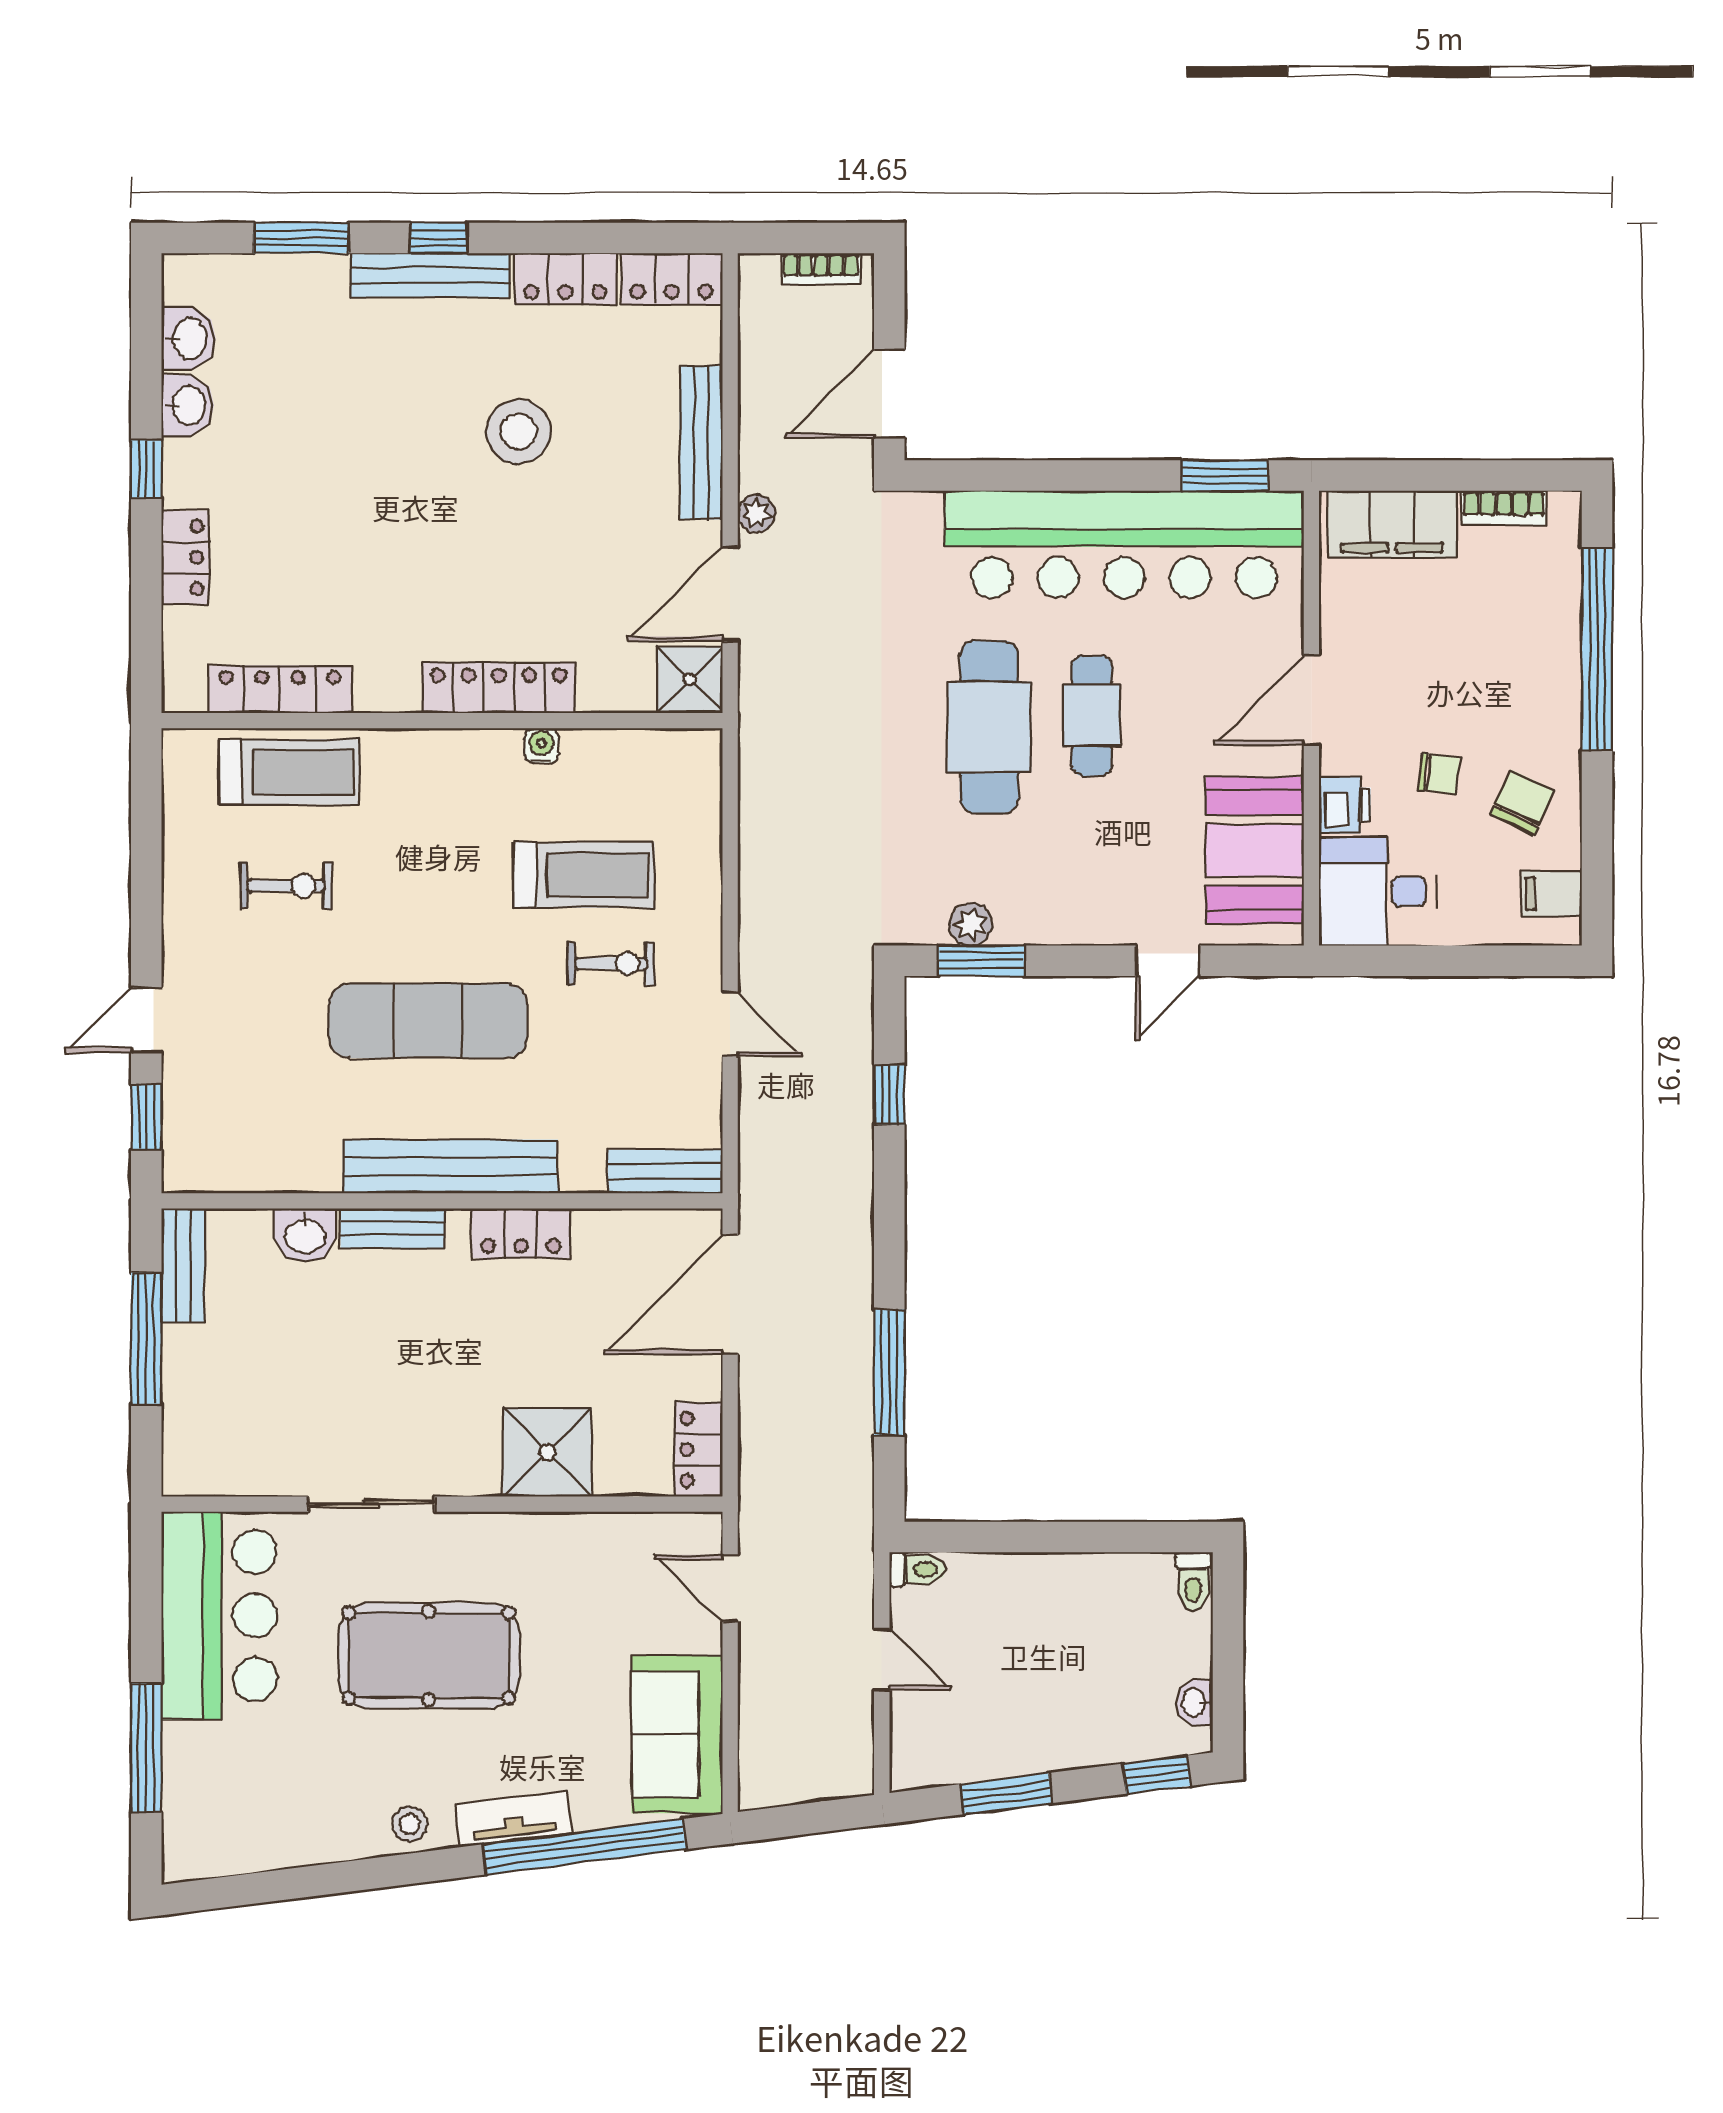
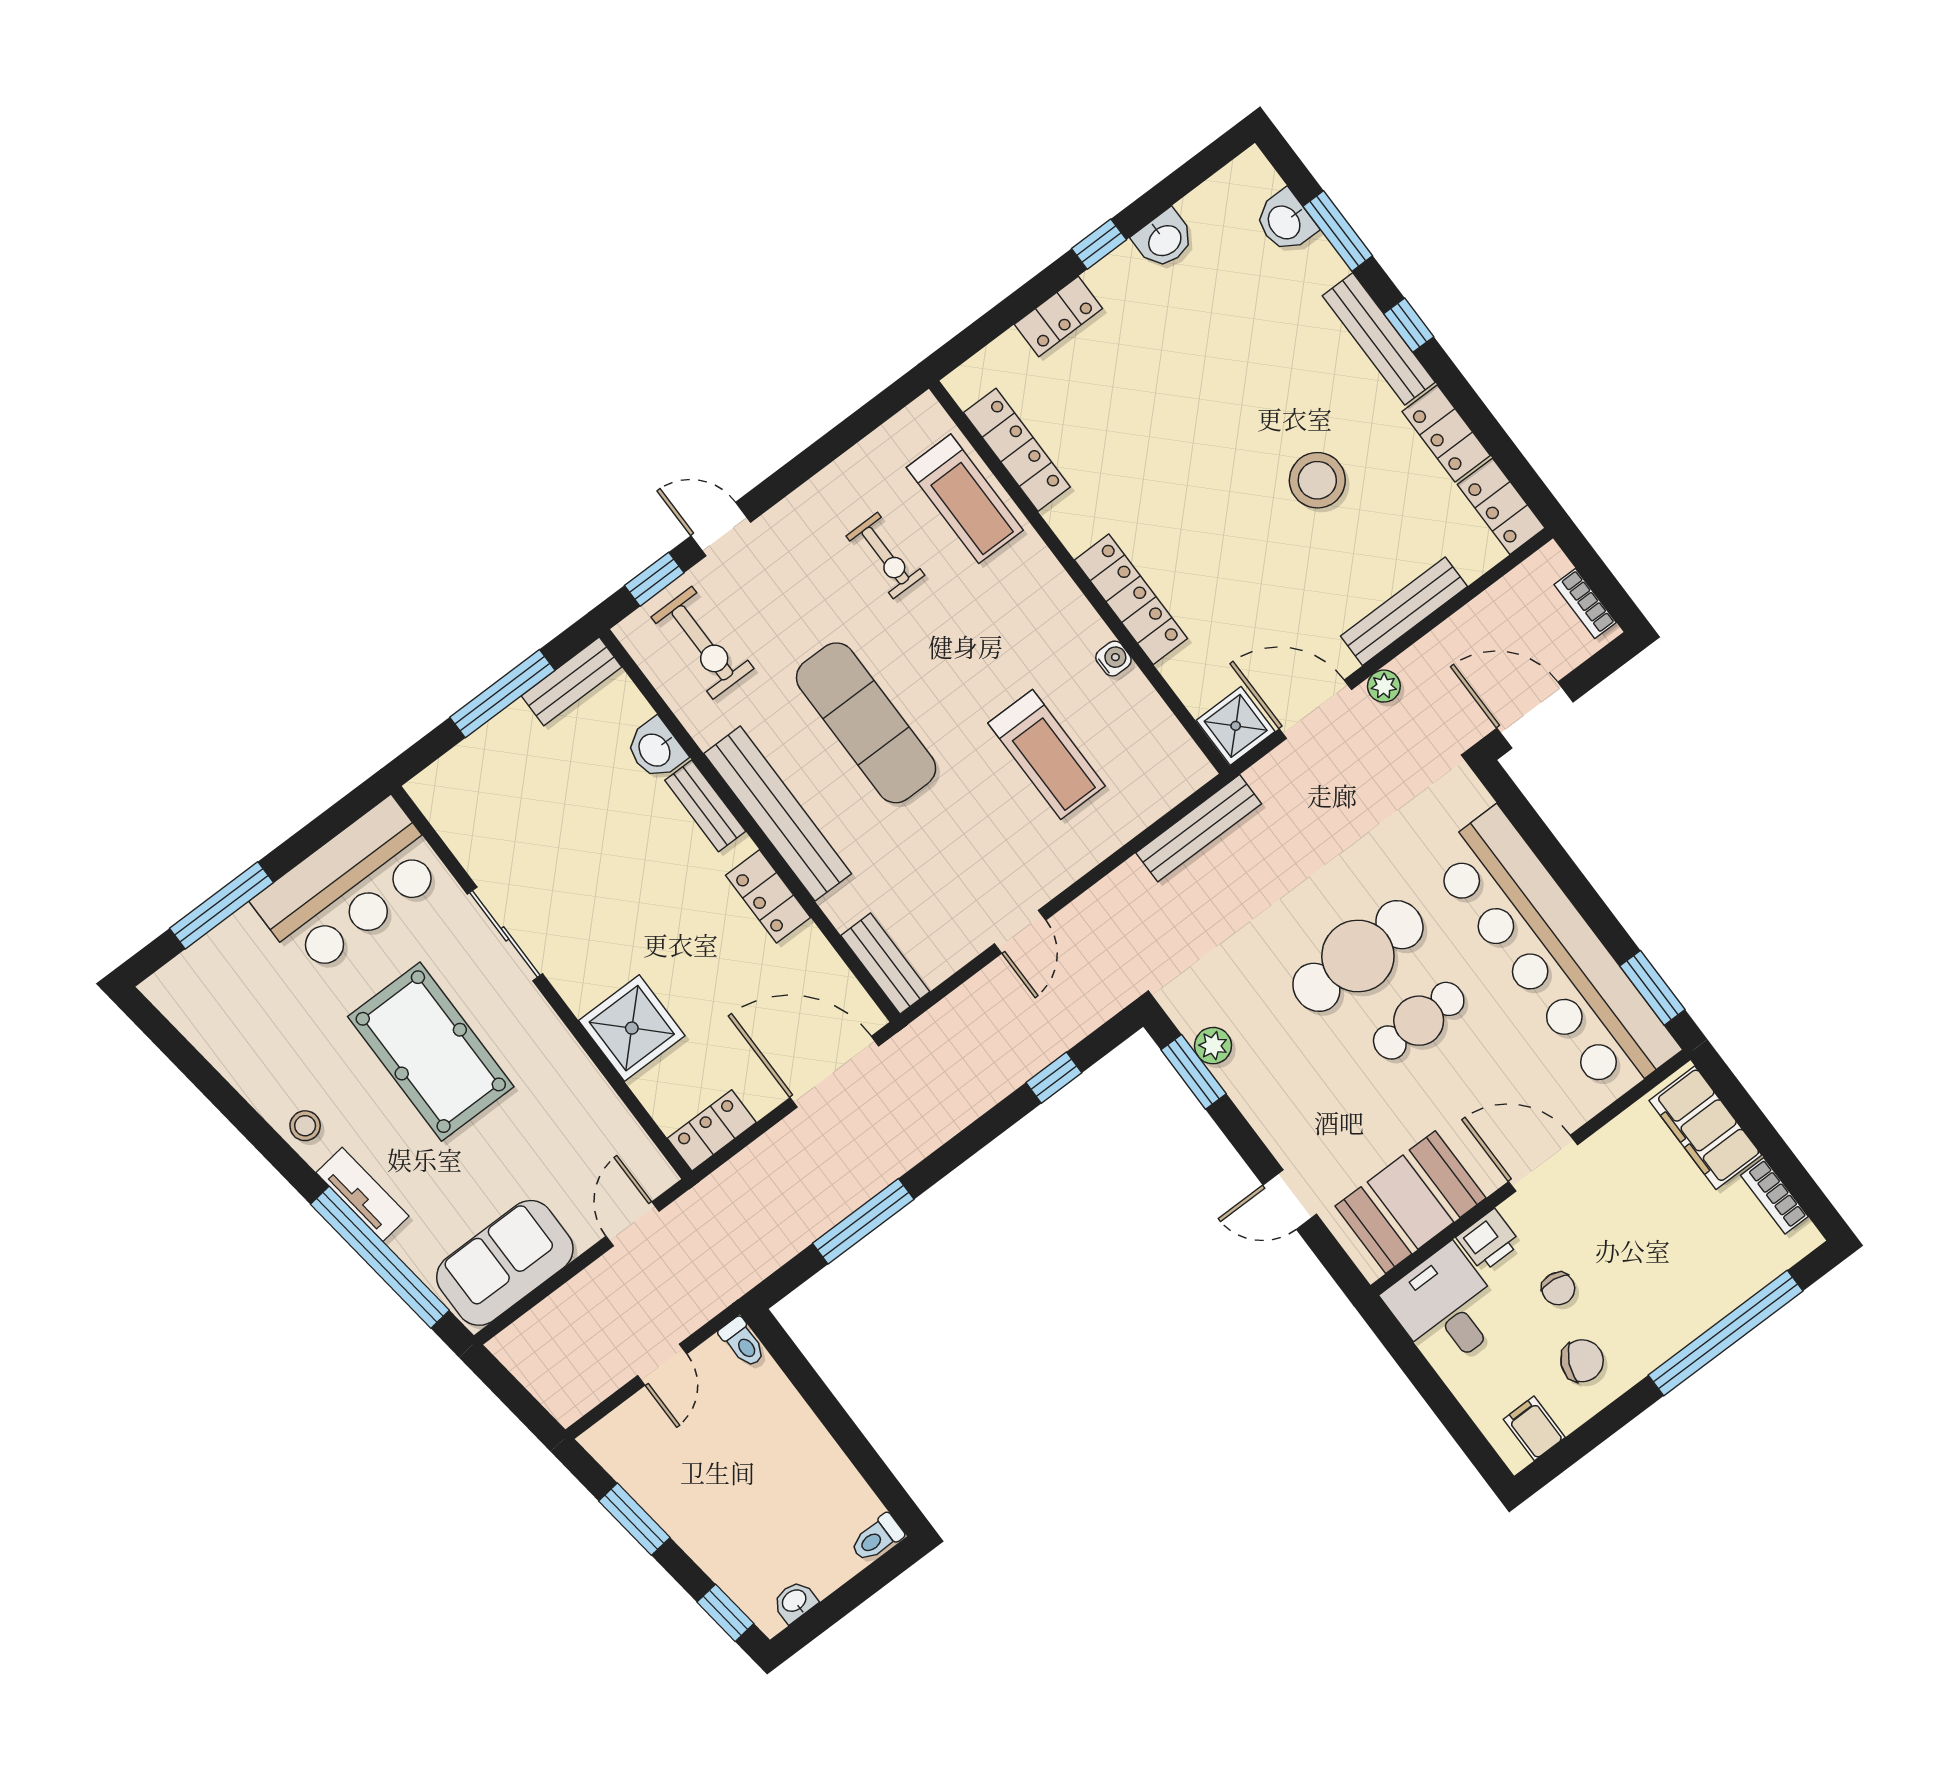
washbasin: (189, 338) -> (1285, 222), moved, turned 90
bench: (759, 785) -> (1199, 828), added
exercise bike: (611, 964) -> (702, 643), moved, width x1.38, depth x1.39

